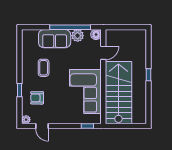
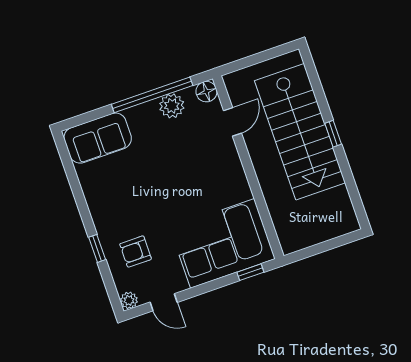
sofa: (55, 39) -> (98, 138), moved
coffee table: (44, 68) -> (128, 190), removed
corner sofa: (85, 91) -> (223, 243), moved, turned 90
stairs: (118, 93) -> (300, 132), moved, turned 180

